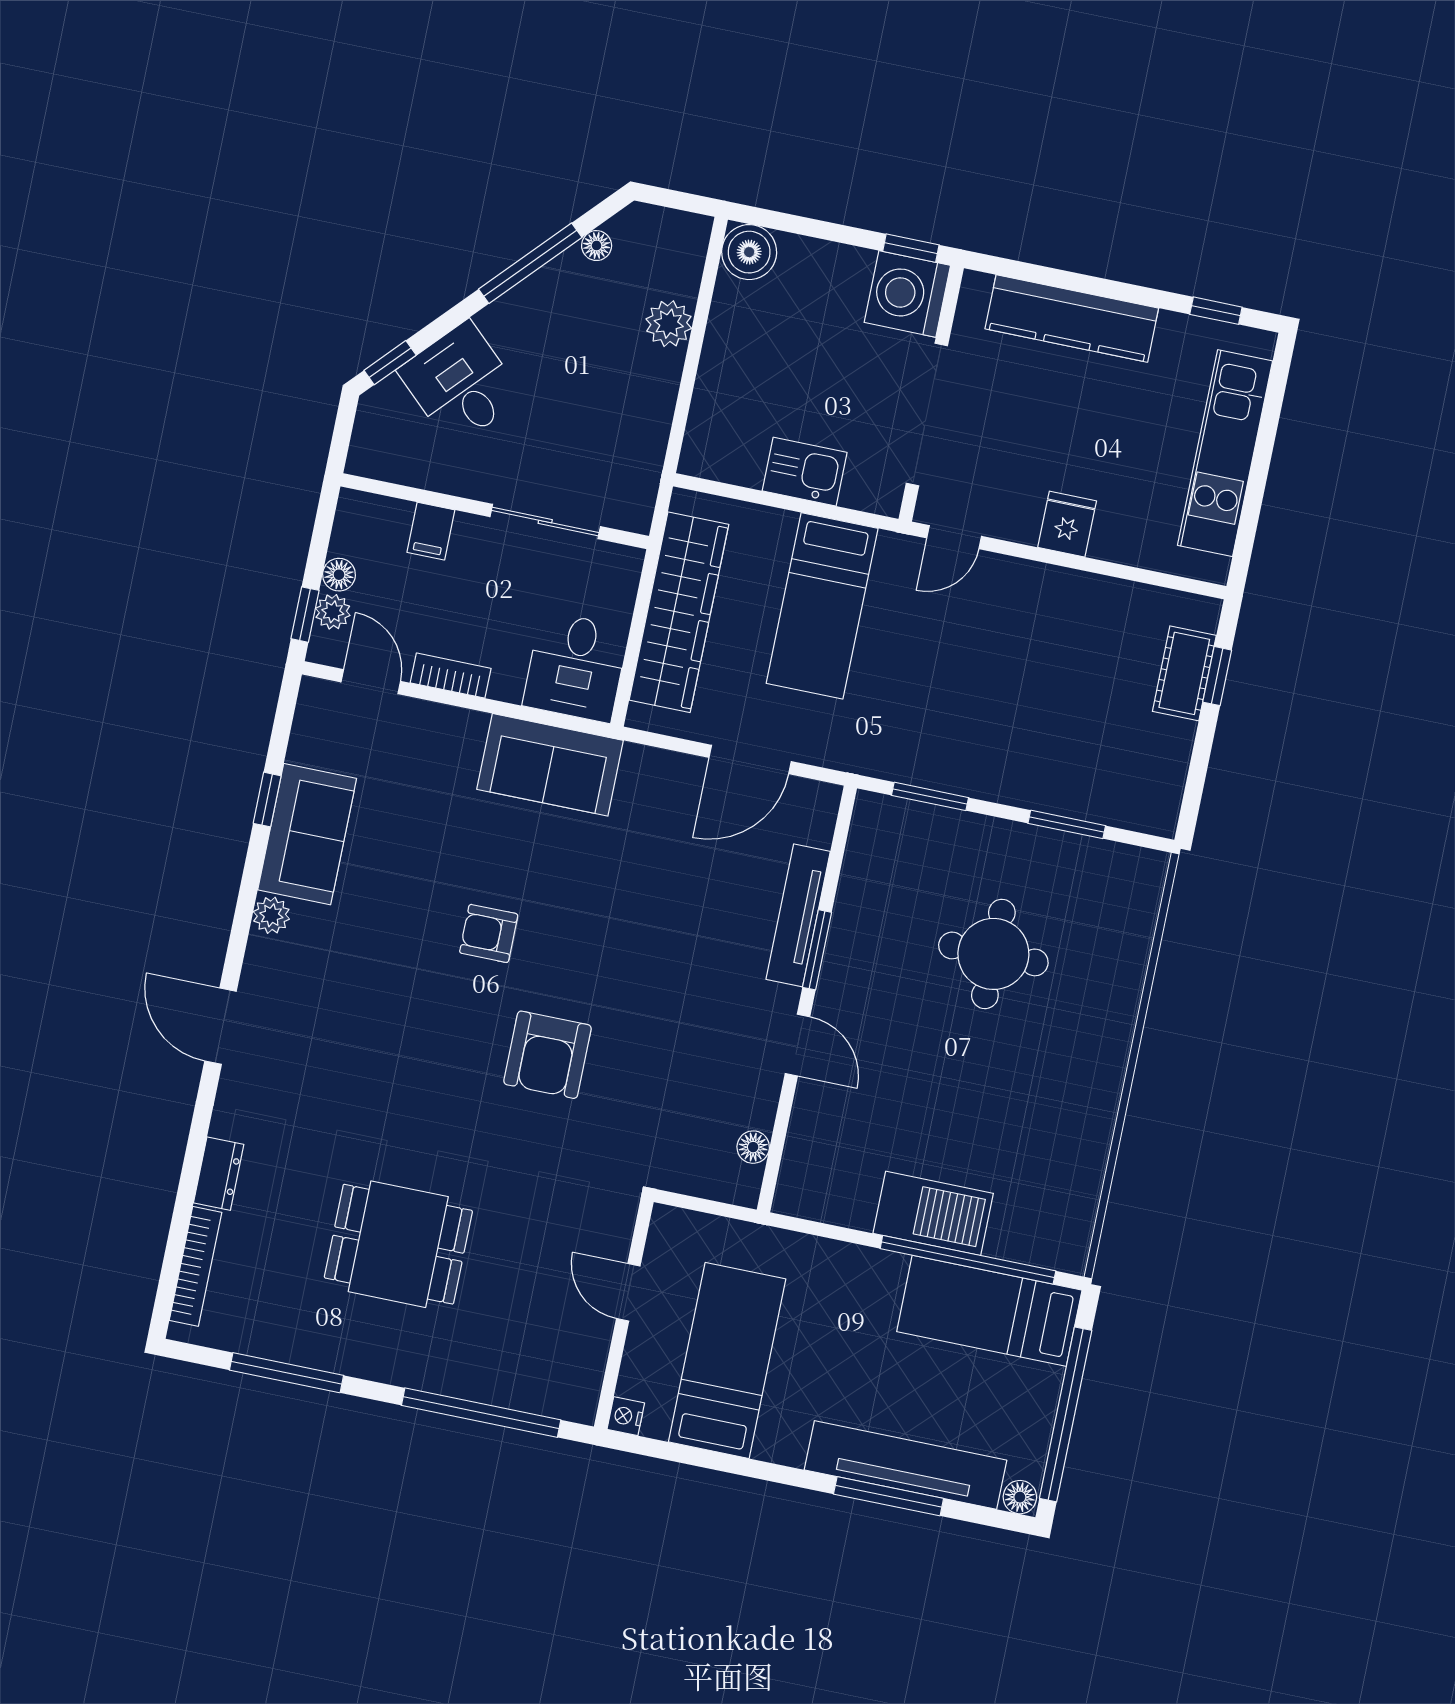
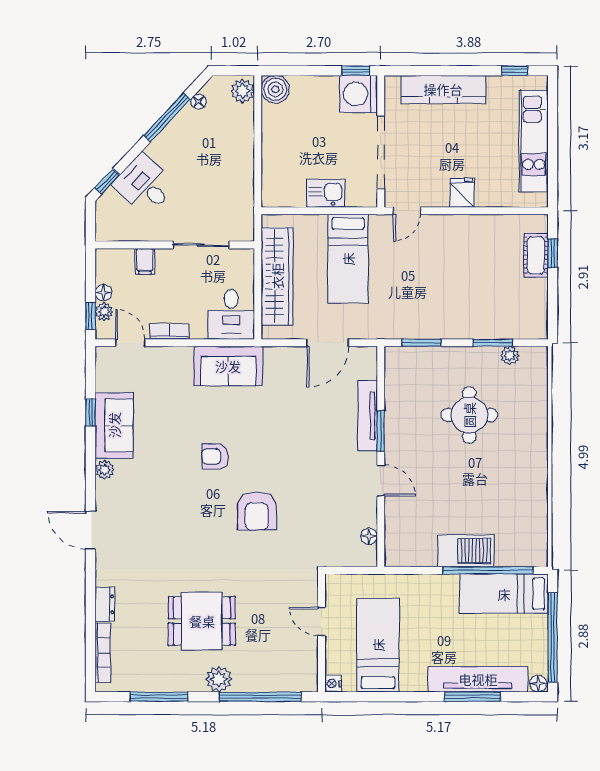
plant: (669, 324) -> (242, 91), moved
plant: (1094, 856) -> (510, 356), added
plant: (408, 1363) -> (219, 679), added

